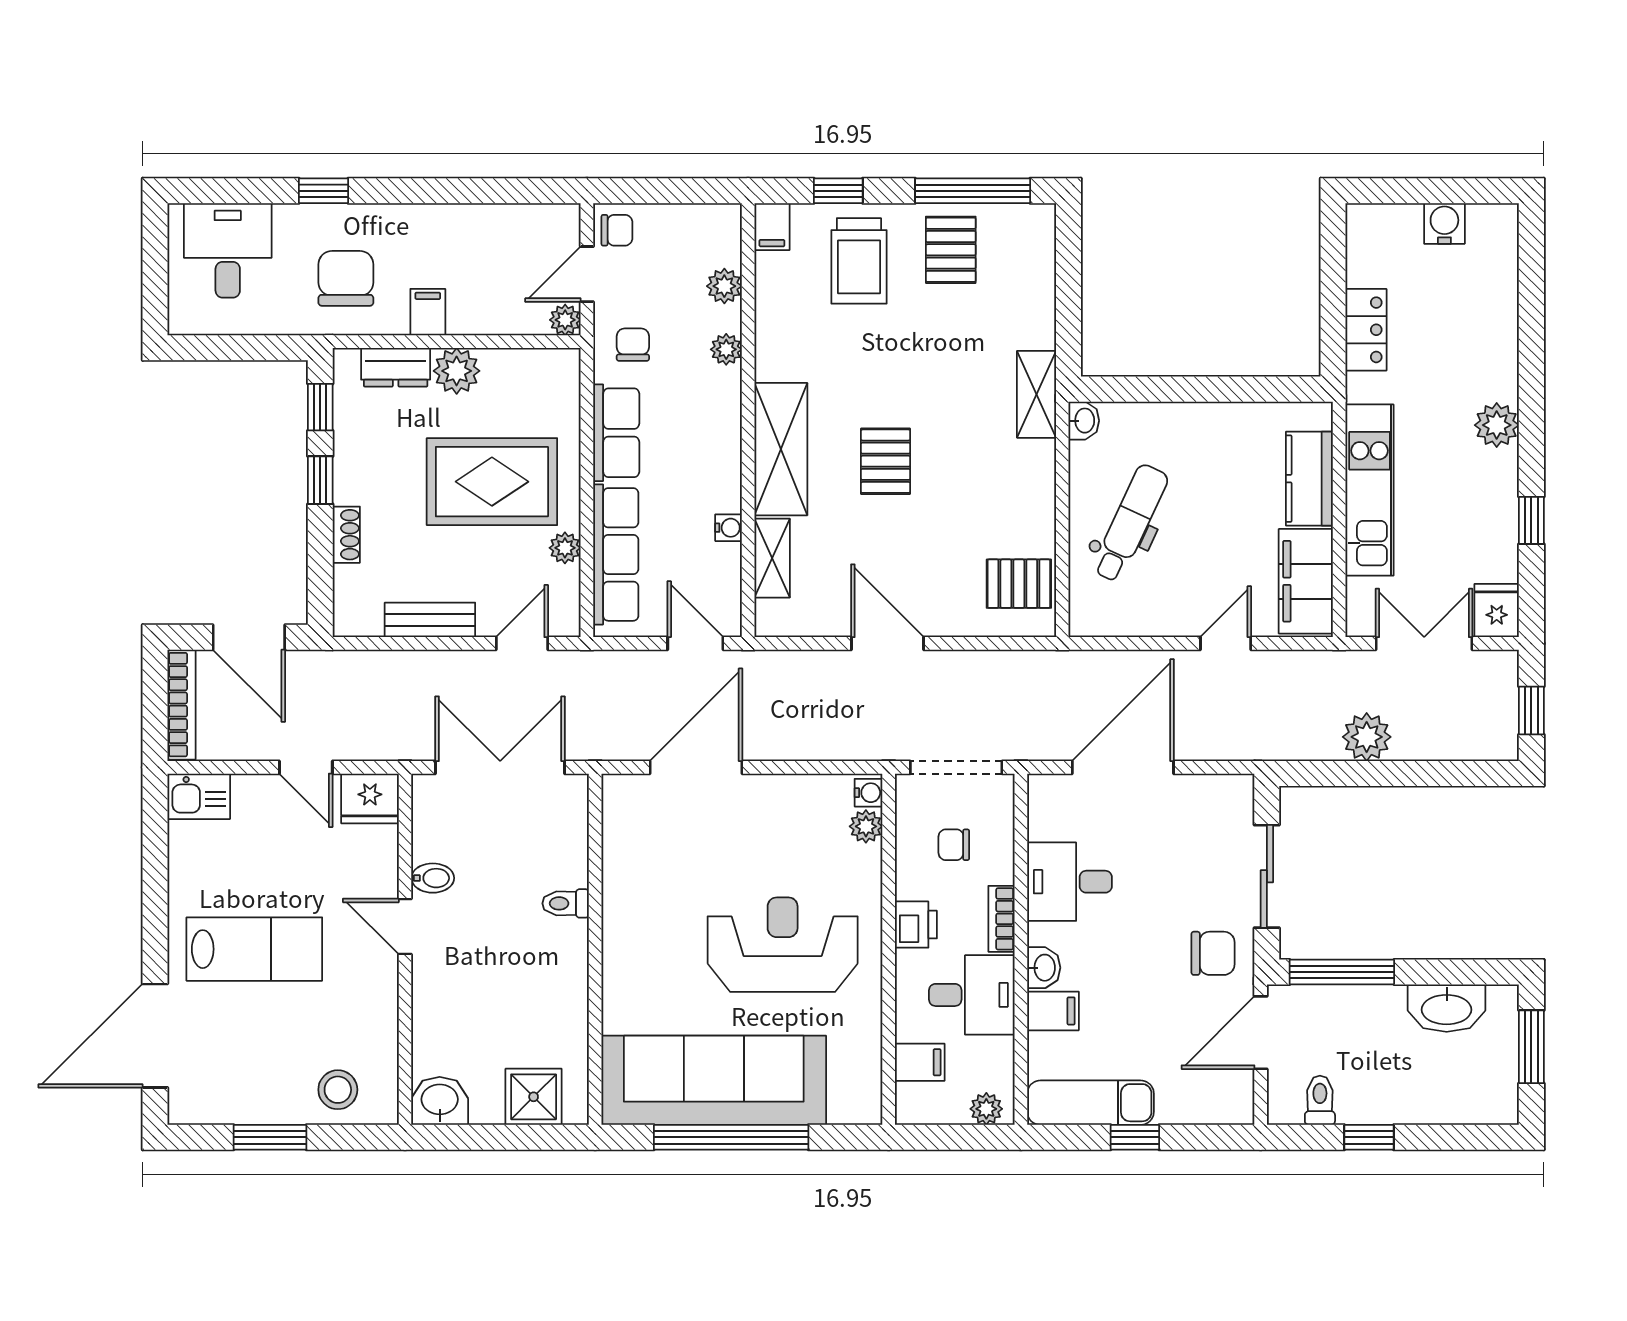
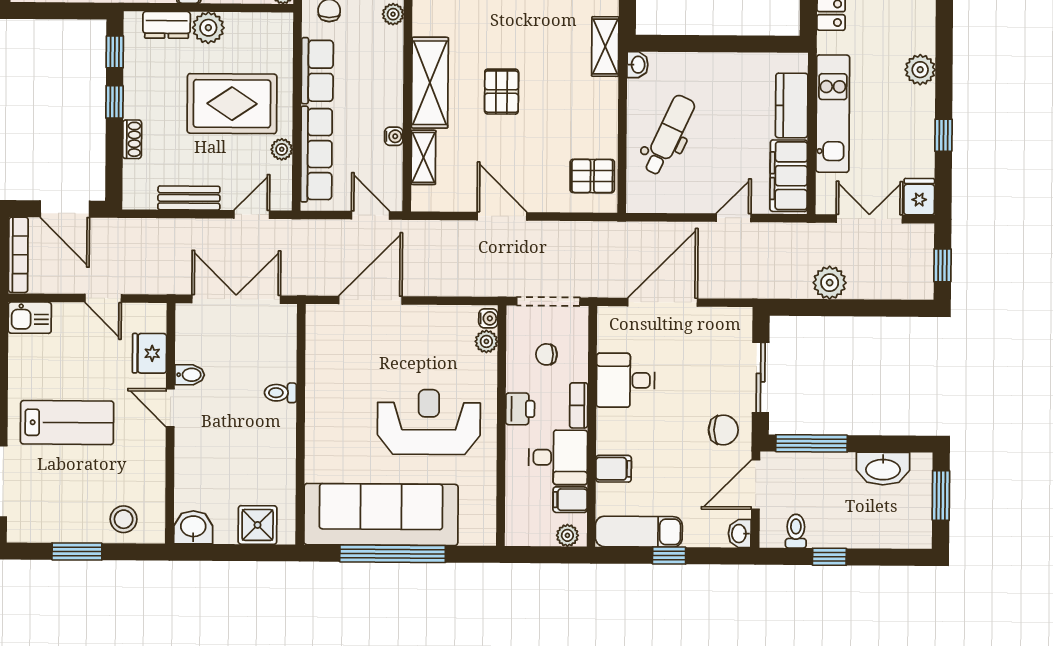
fridge: (370, 798) -> (149, 353), moved, turned 90
washbasin: (1044, 968) -> (740, 534), moved, turned 180
filing cabinet: (920, 1062) -> (570, 500), moved, turned 180

